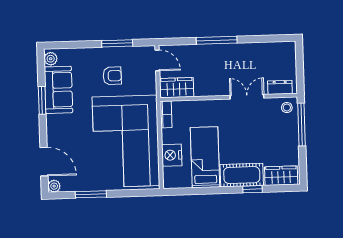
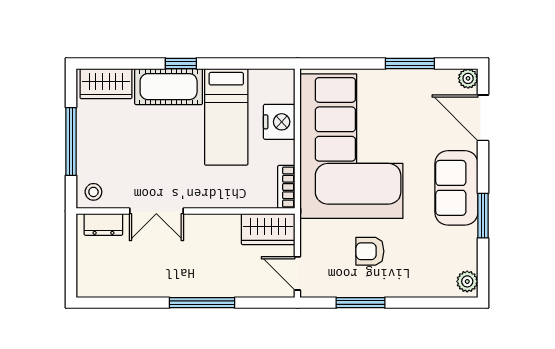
sofa: (58, 90) -> (456, 188), moved
window: (301, 124) -> (71, 142), moved
window: (253, 189) -> (181, 63), moved

